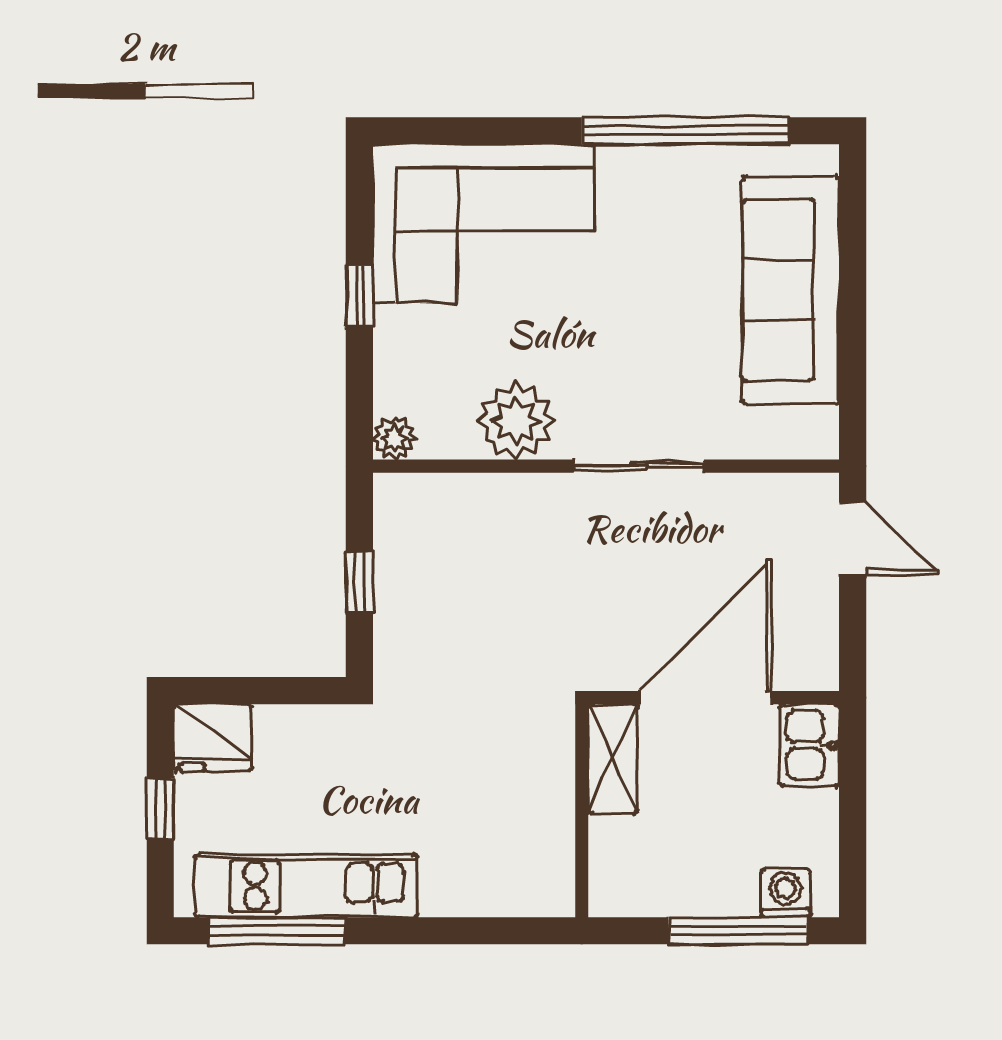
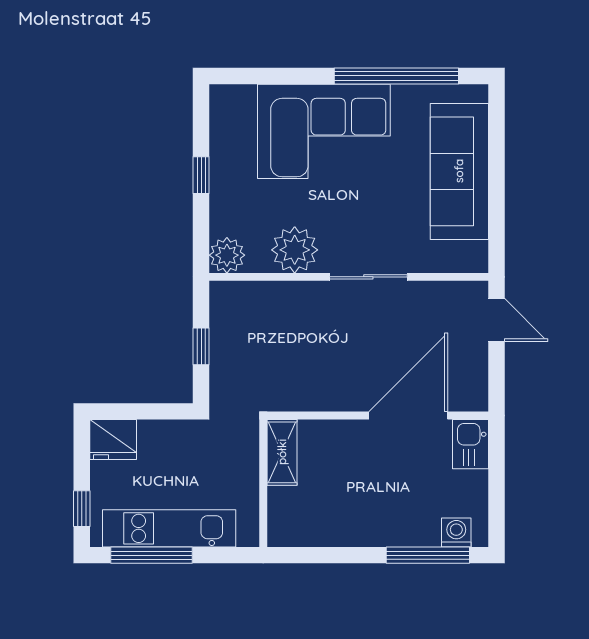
corner sofa: (484, 223) -> (324, 131), moved
plant: (395, 438) -> (227, 255), width x1.38, depth x1.38
shelving: (613, 759) -> (282, 452), moved
window: (160, 809) -> (82, 509), moved
wall: (582, 811) -> (263, 483), moved

